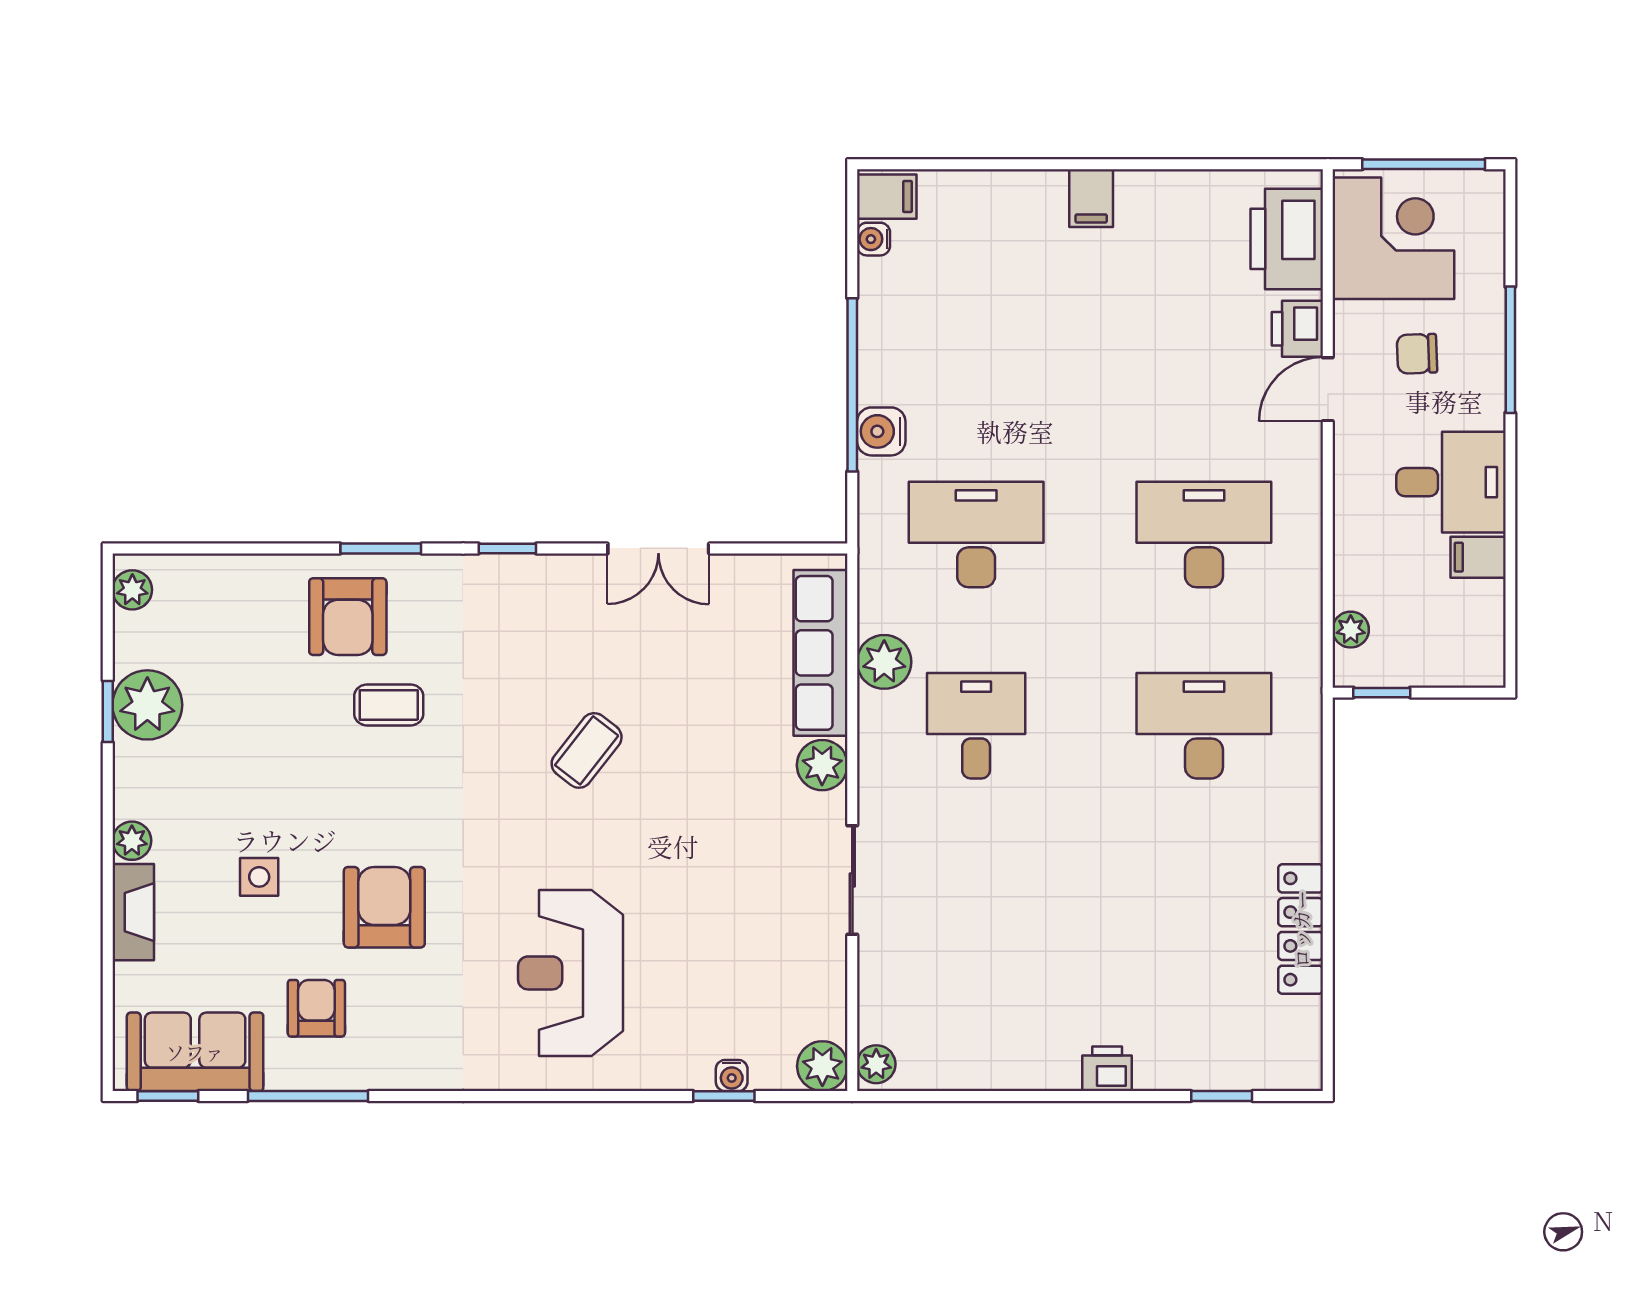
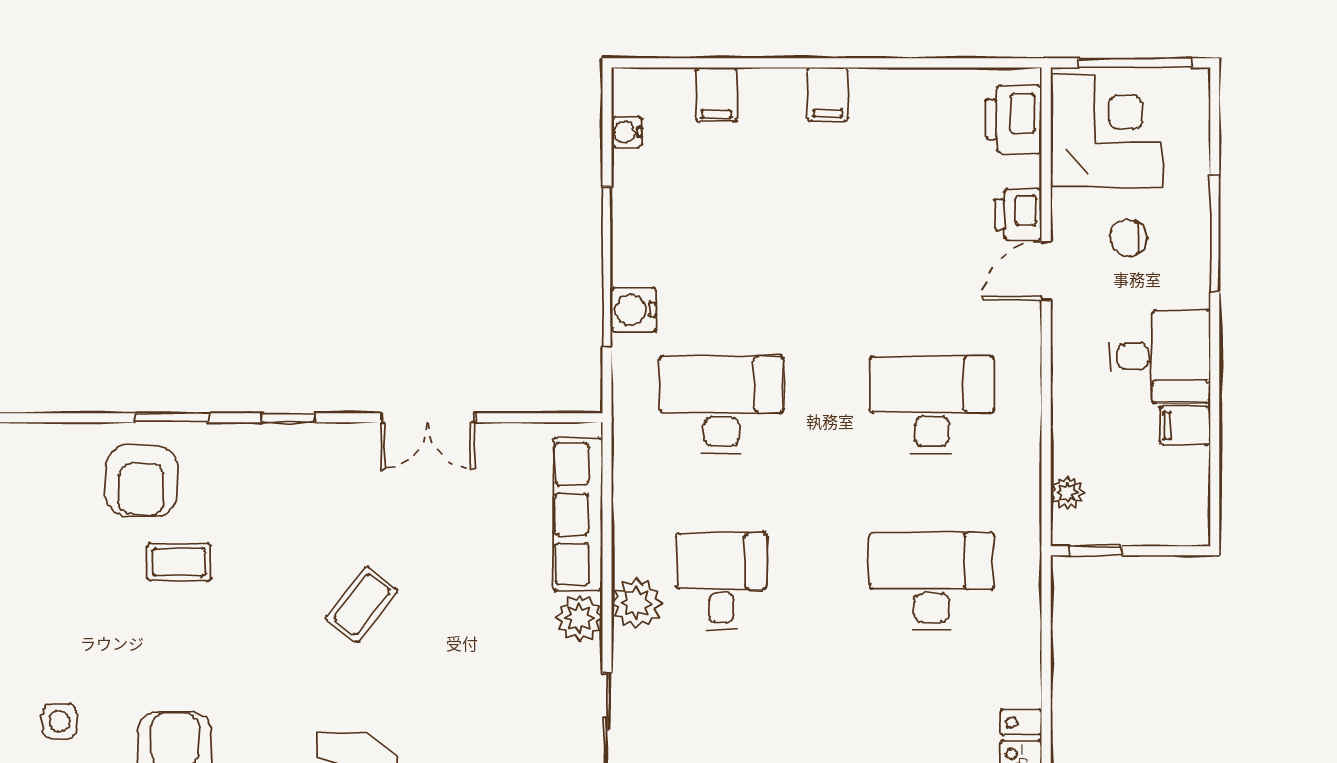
filing cabinet: (887, 197) -> (716, 95), moved, turned 90
printer: (1287, 239) -> (1014, 119), width x0.73, depth x0.84
plant: (884, 662) -> (636, 603), moved

